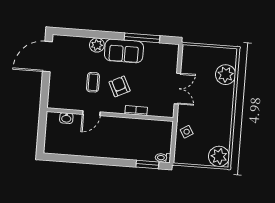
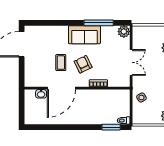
plant: (97, 45) -> (124, 32), moved
door: (91, 113) -> (61, 88), width x1.87

